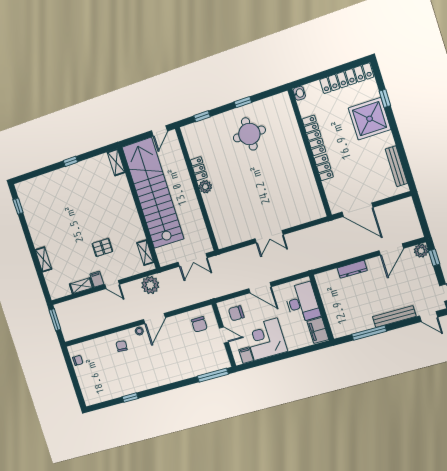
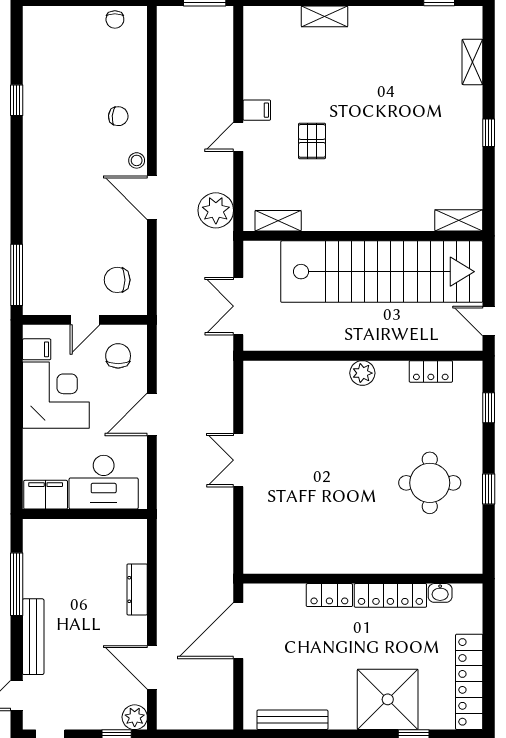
washbasin: (299, 93) -> (440, 593), moved
locker: (199, 169) -> (431, 371), moved
shelving: (81, 286) -> (472, 62), moved

